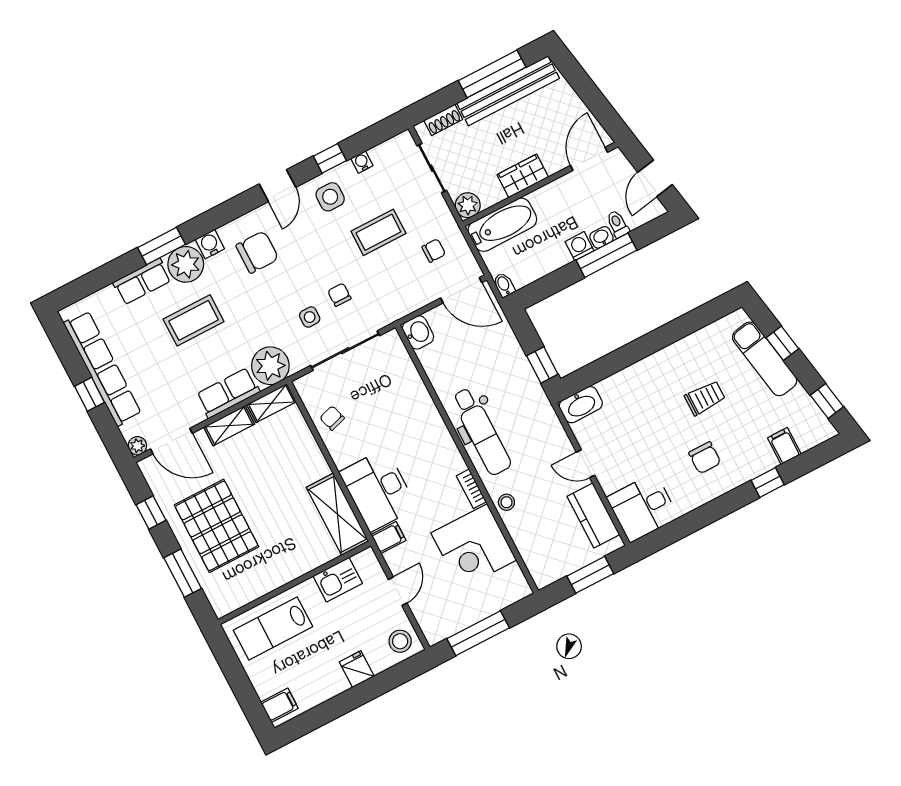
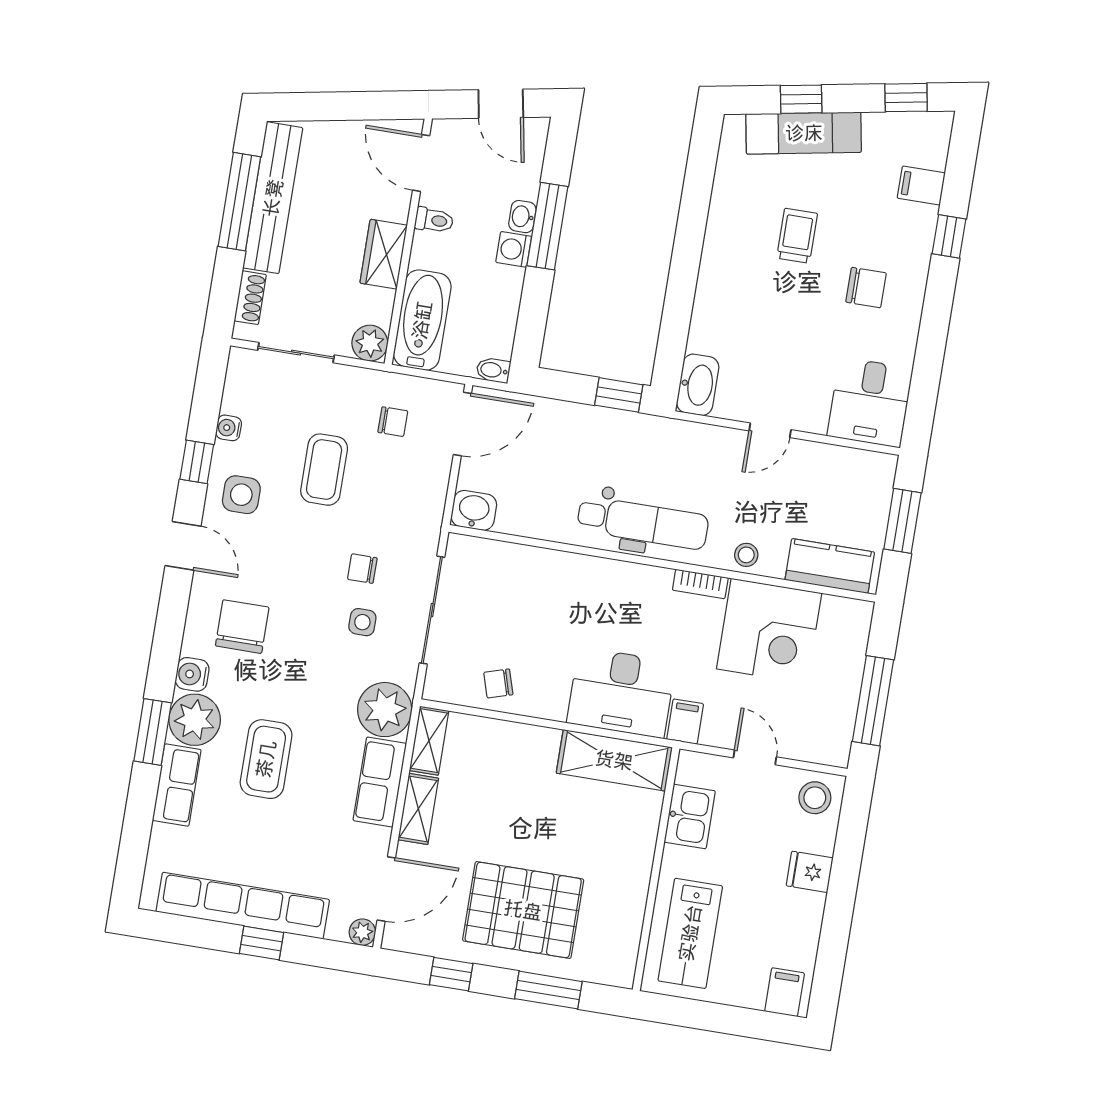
toilet: (618, 224) -> (434, 220), moved, turned 180
chair: (434, 251) -> (393, 422), turned 90
kitchen counter: (593, 515) -> (830, 566), moved, turned 180

